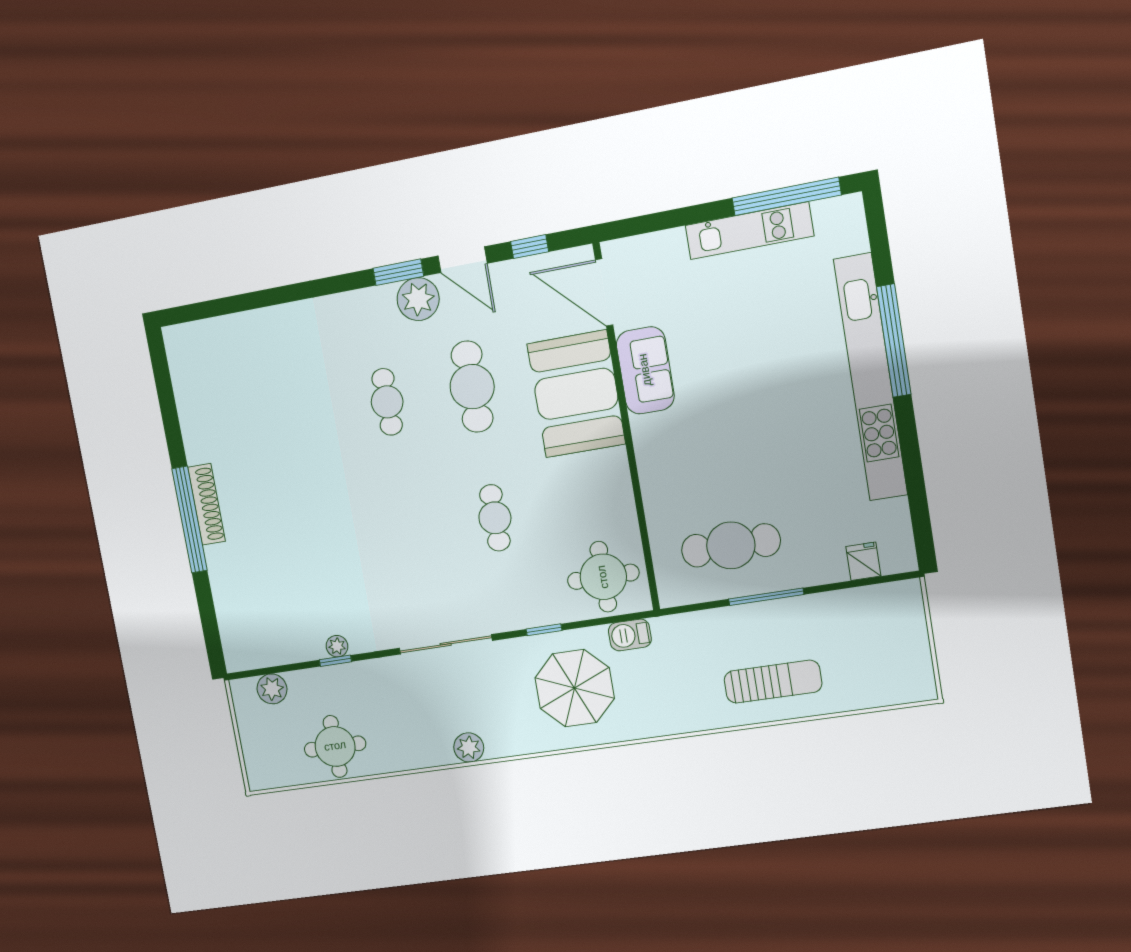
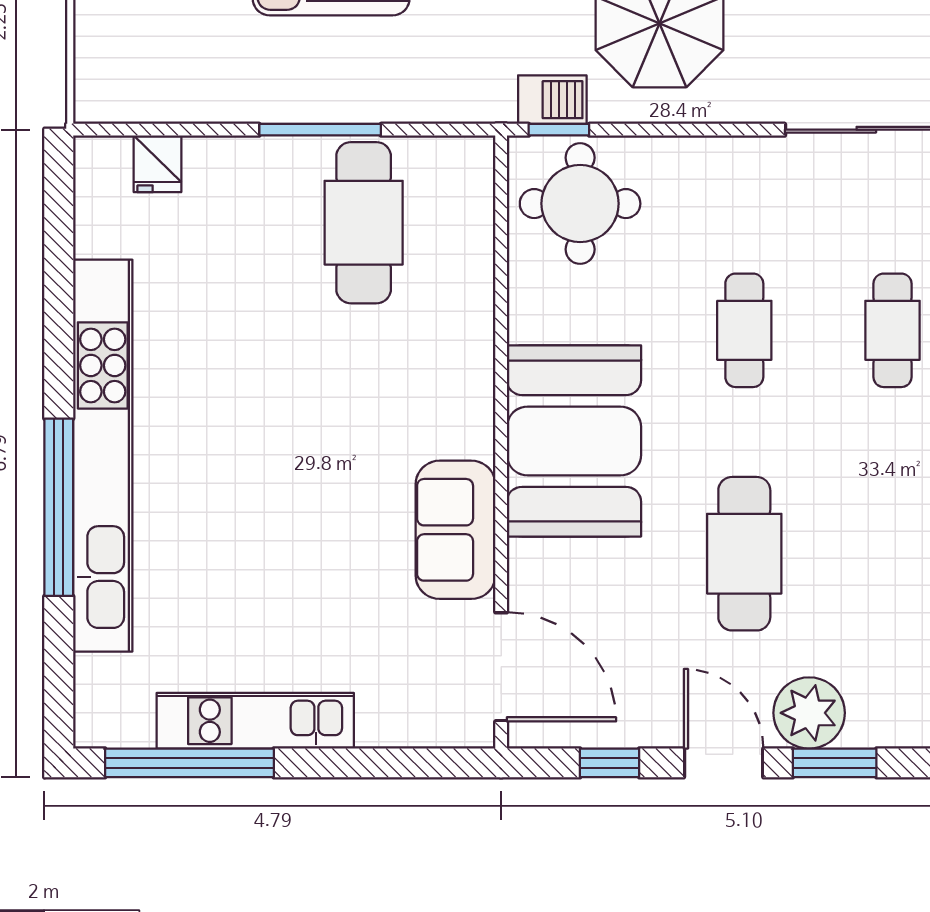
booth: (576, 394) -> (574, 441), moved
cafe table: (387, 402) -> (892, 330), moved
cafe table: (731, 545) -> (364, 223), turned 90
window: (544, 630) -> (559, 130), moved

